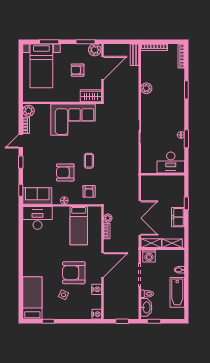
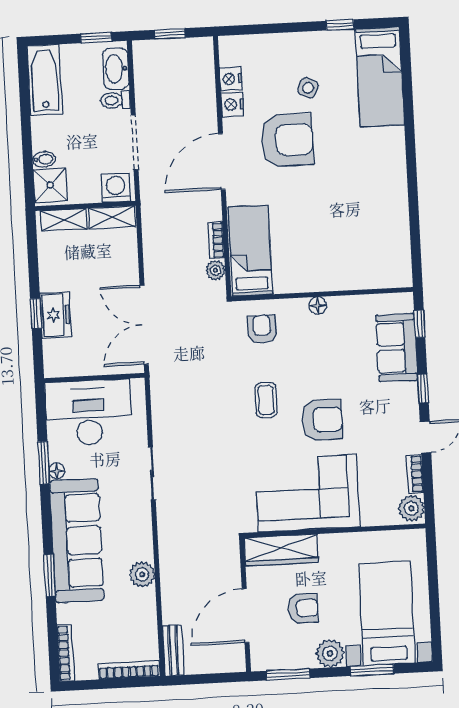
plant: (95, 50) -> (330, 653), moved
wardrobe: (91, 96) -> (281, 550), width x1.50
sofa: (174, 104) -> (77, 541), added
desk: (171, 163) -> (88, 413), width x1.36, depth x1.30
armchair: (65, 172) -> (322, 420), moved
sofa: (37, 196) -> (397, 348), moved, turned 90
freezer: (178, 217) -> (55, 315), moved
desk: (37, 218) -> (378, 262), removed
double door: (140, 218) -> (144, 325), moved
bed: (79, 226) -> (250, 251), moved
shower: (177, 259) -> (50, 185), added
bathtub: (177, 292) -> (45, 80), moved
nightstand: (97, 314) -> (231, 79), moved

